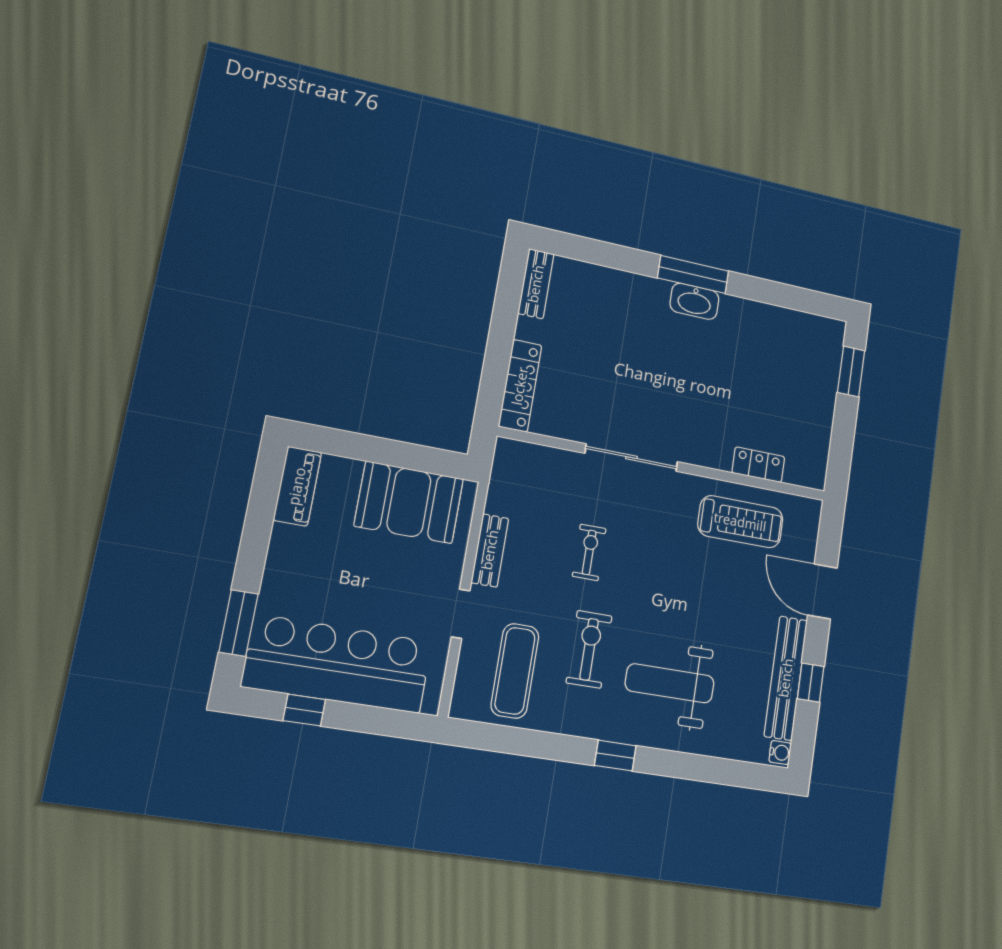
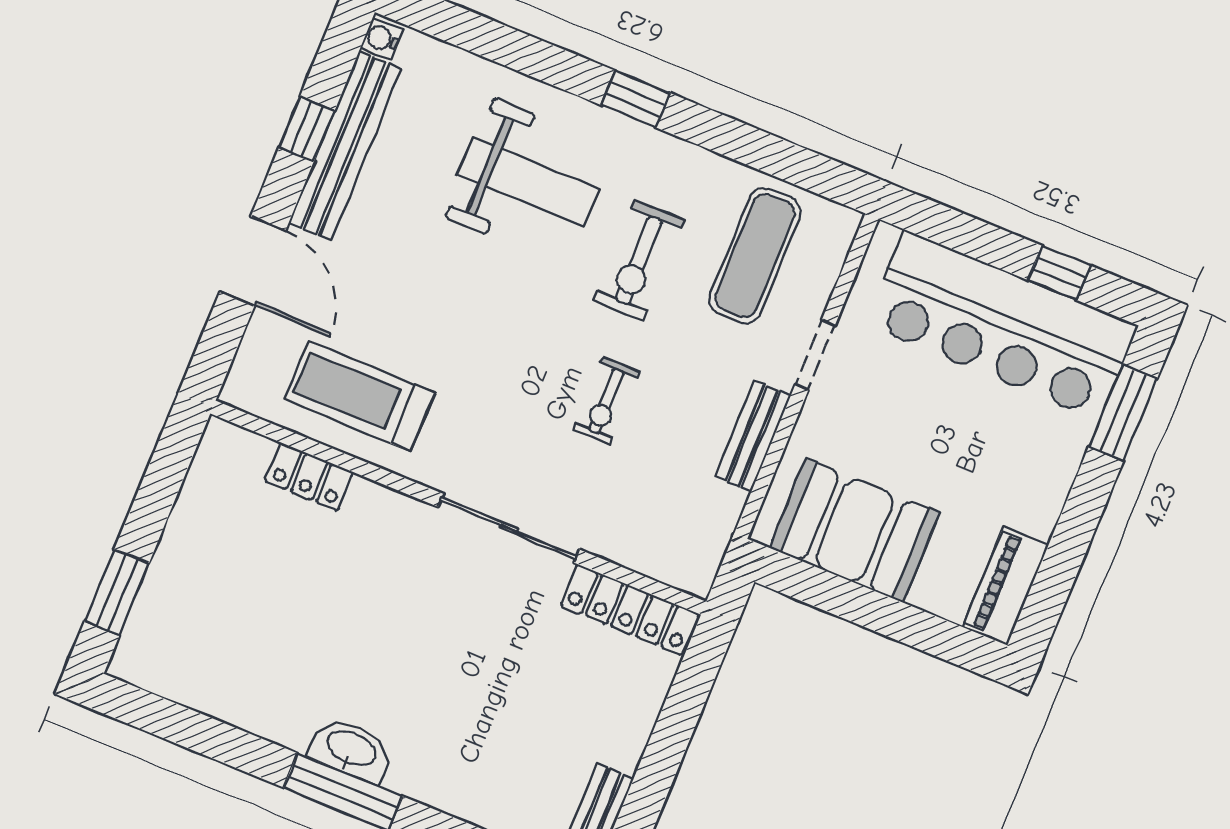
locker: (520, 386) -> (629, 610), moved, turned -90

